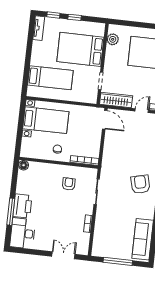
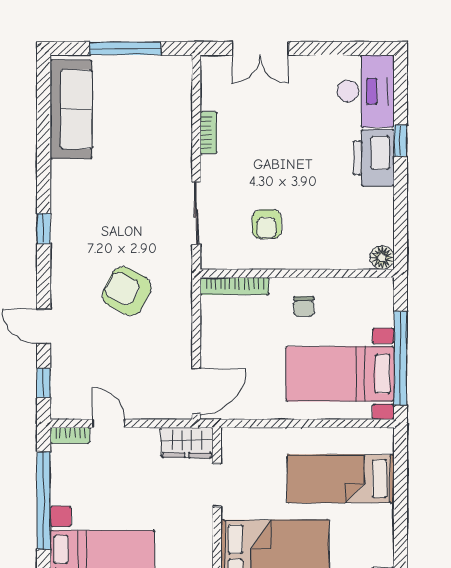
wardrobe: (116, 100) -> (187, 442), width x0.67
door: (142, 111) -> (108, 423), swing flipped
door: (105, 120) -> (196, 391), swing flipped
window: (21, 124) -> (401, 358), added
armchair: (140, 184) -> (127, 291), moved, turned 132
window: (11, 212) -> (401, 141), width x0.46

